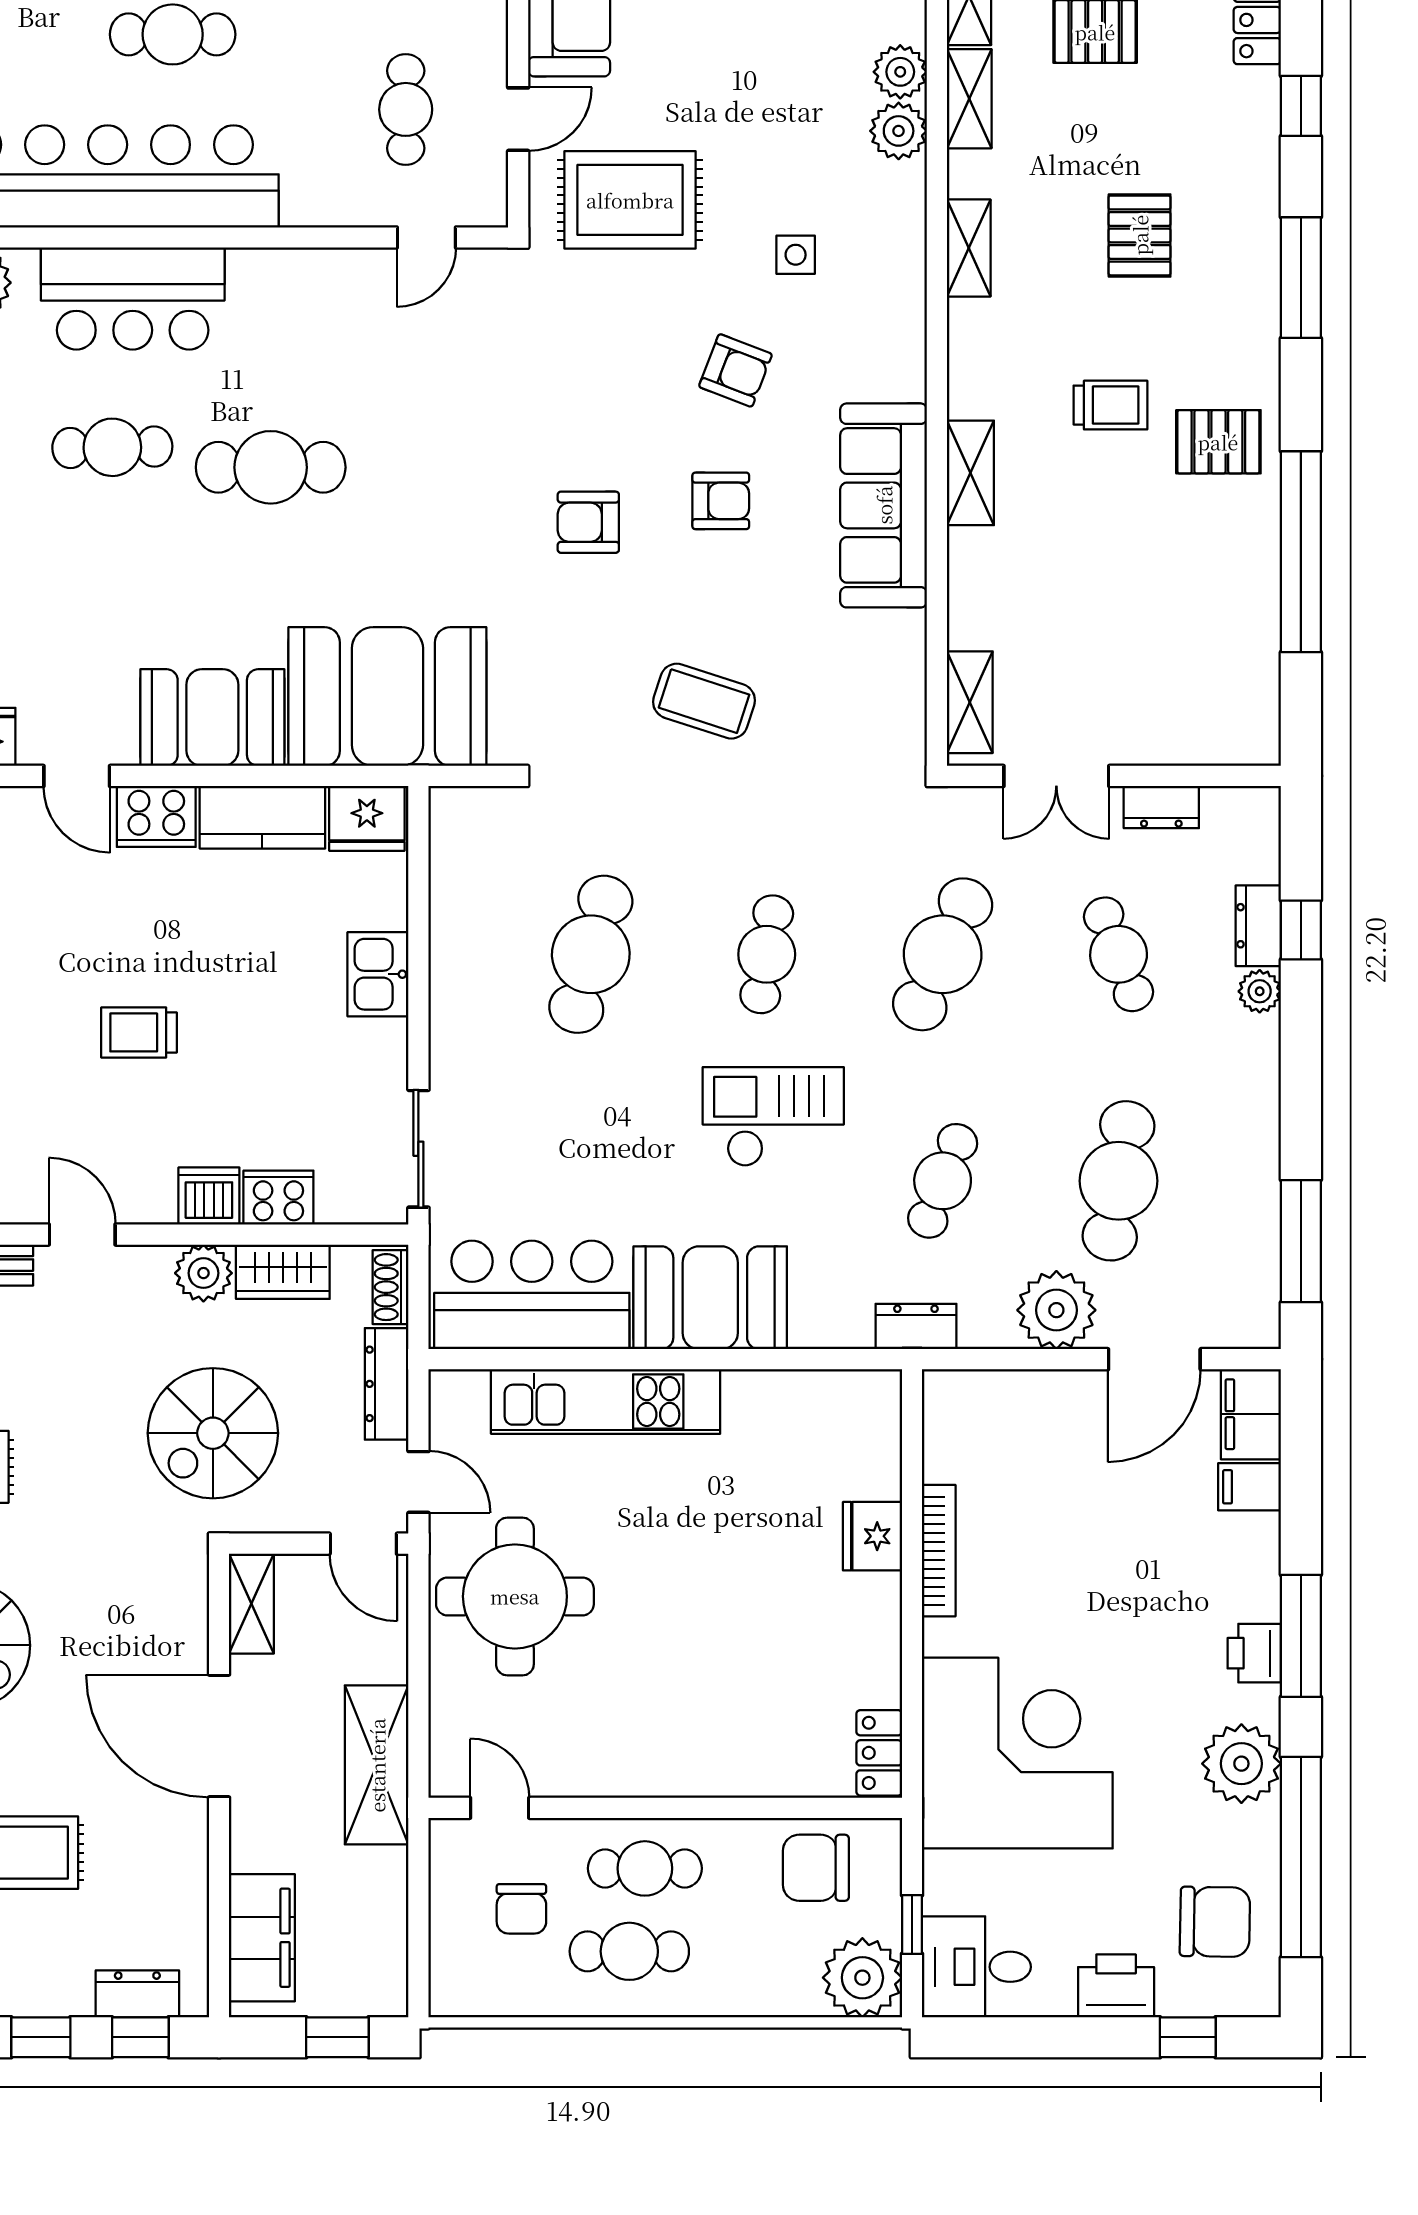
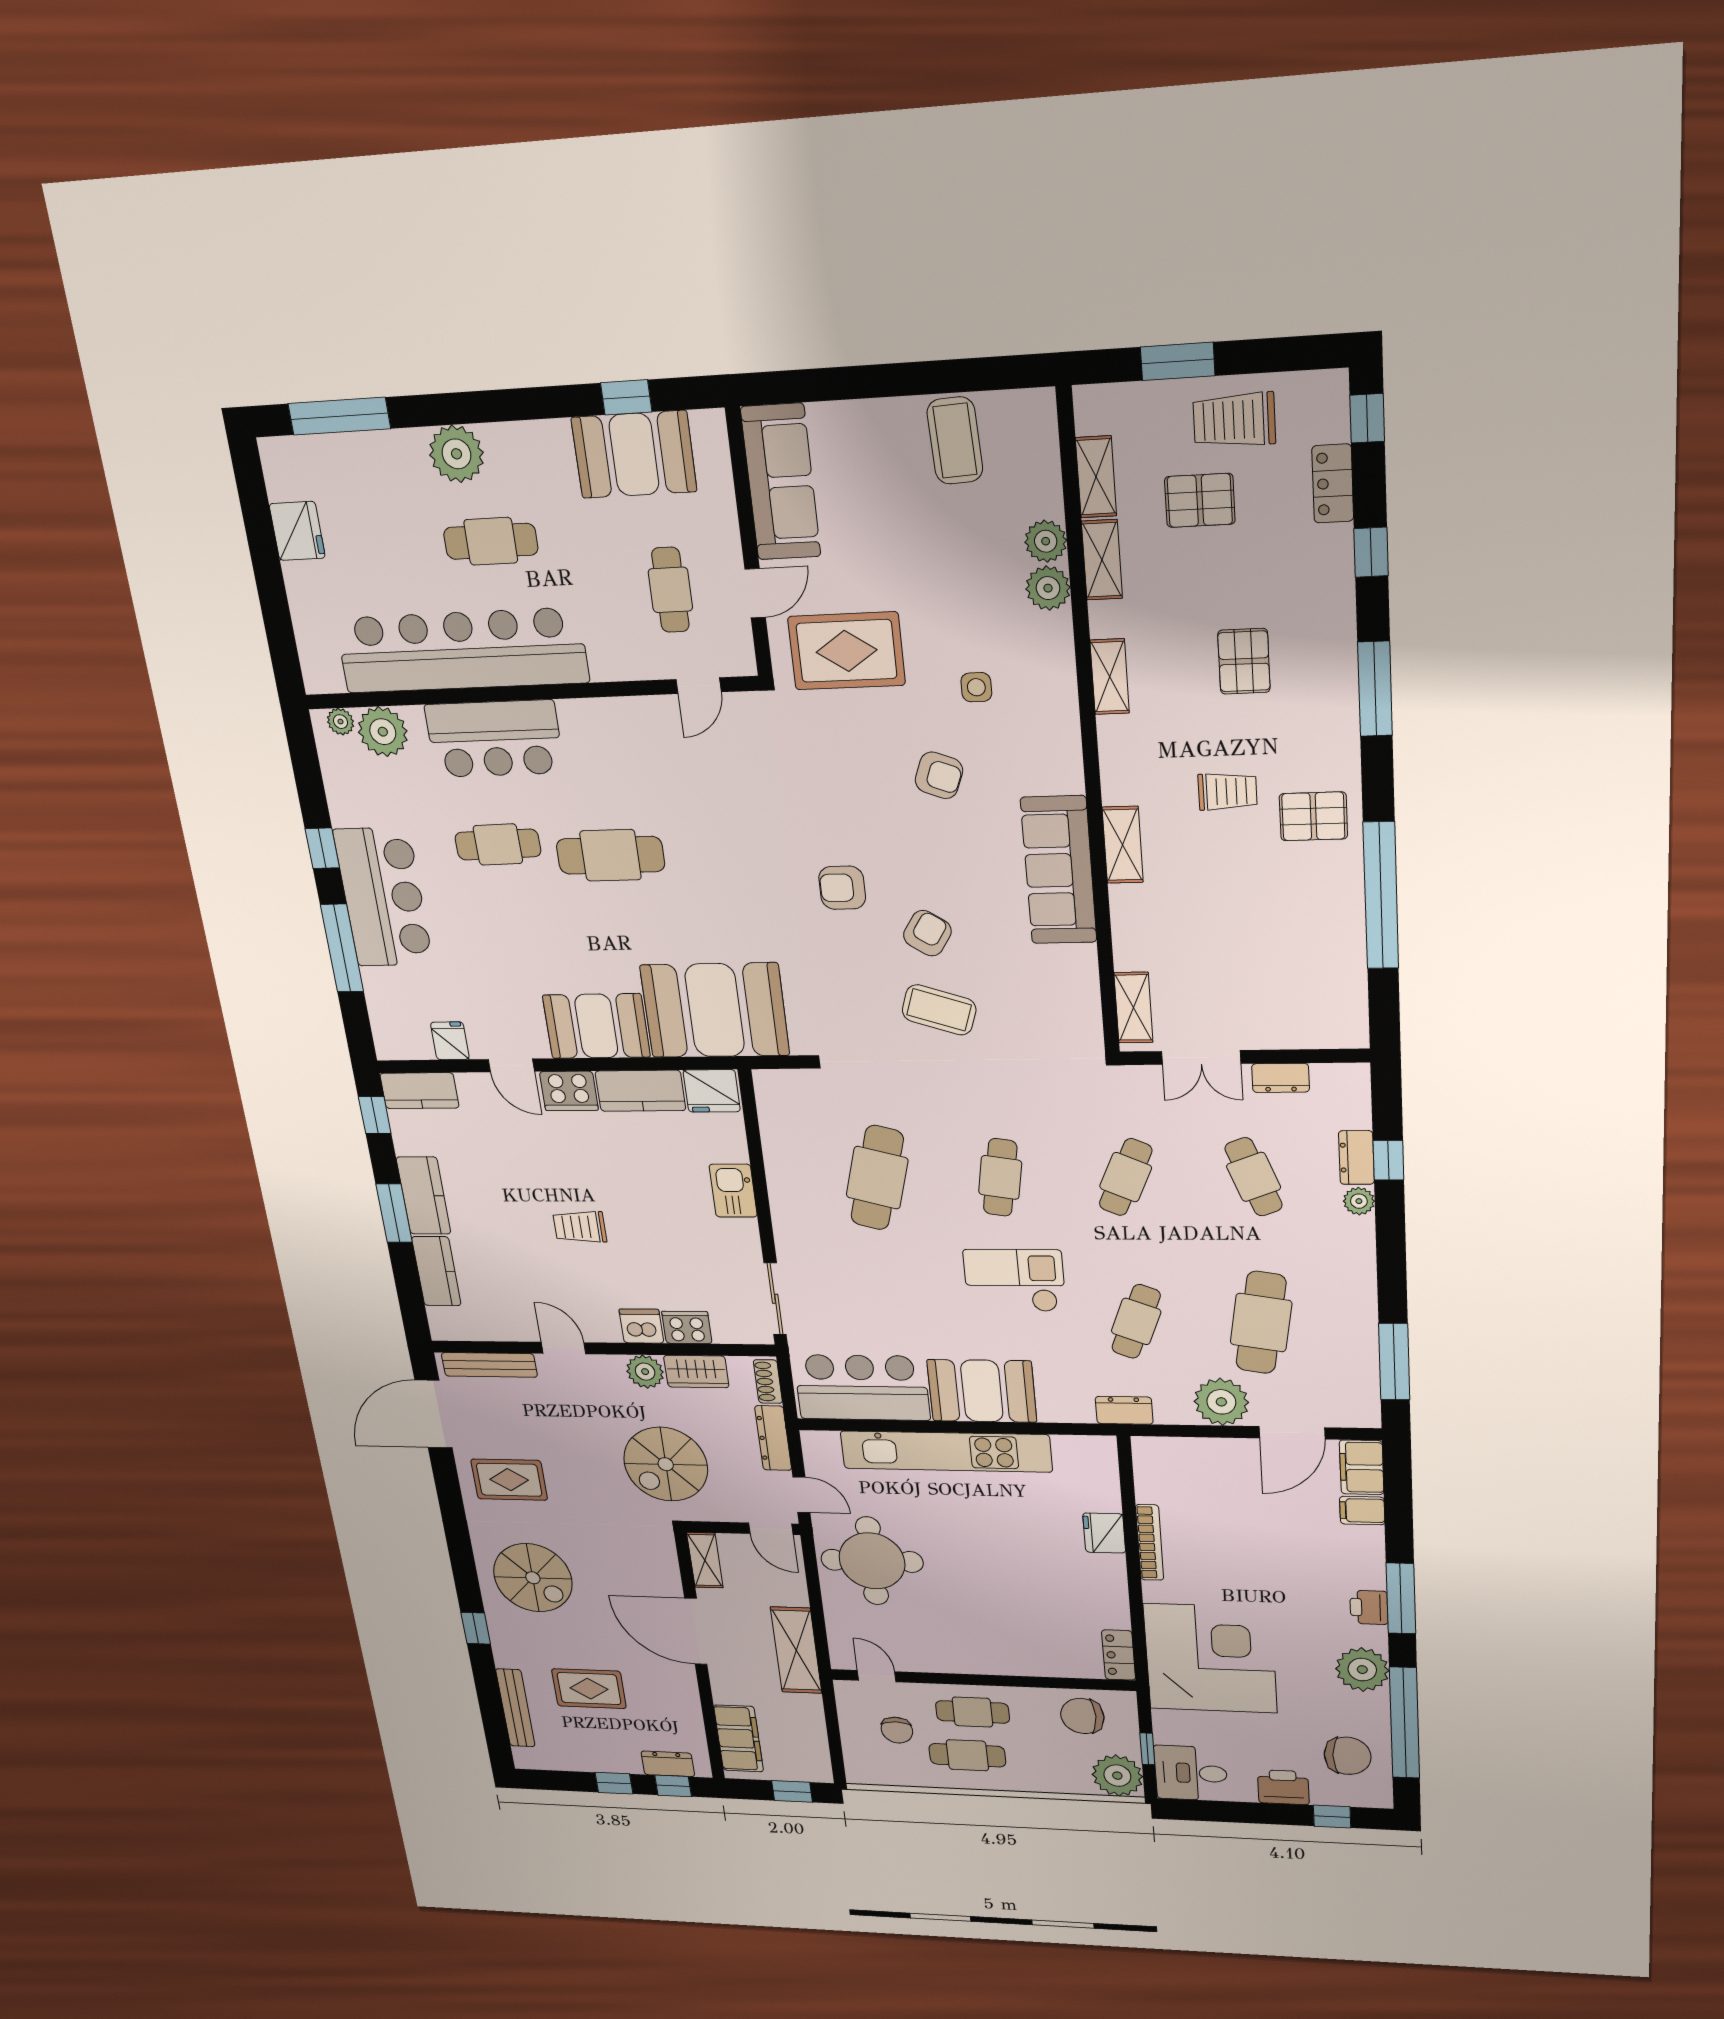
armchair: (721, 501) -> (927, 933), moved, turned -57
cafe table: (943, 954) -> (1126, 1177), width x0.73, depth x0.74
kitchen unit: (606, 1401) -> (946, 1452), width x1.36

